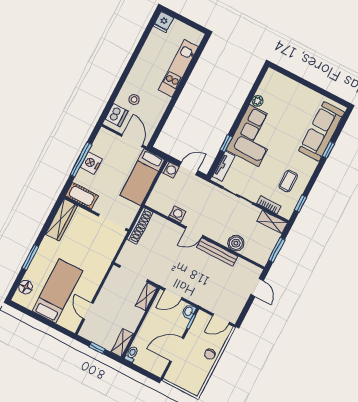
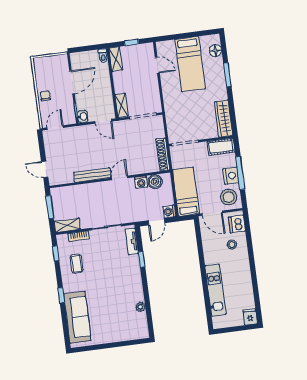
corner sofa: (254, 136) -> (125, 280), removed
stool: (107, 145) -> (229, 197), added
window: (328, 150) -> (61, 295), moved
boiler: (236, 243) -> (155, 182), moved
door: (173, 294) -> (103, 121), swing flipped

